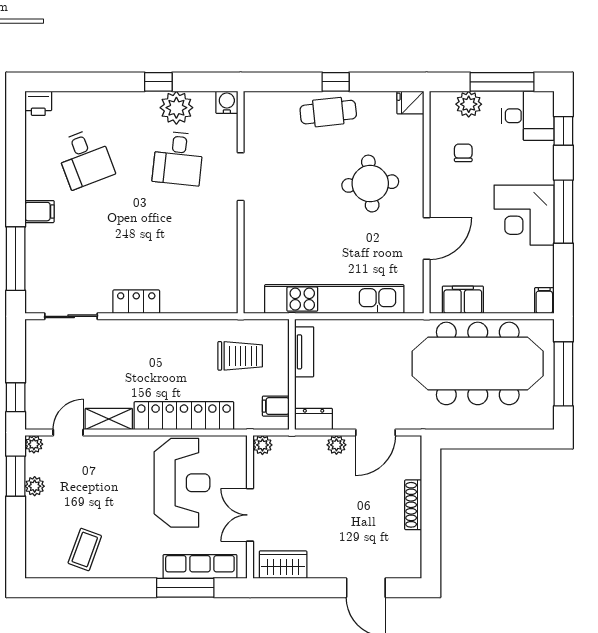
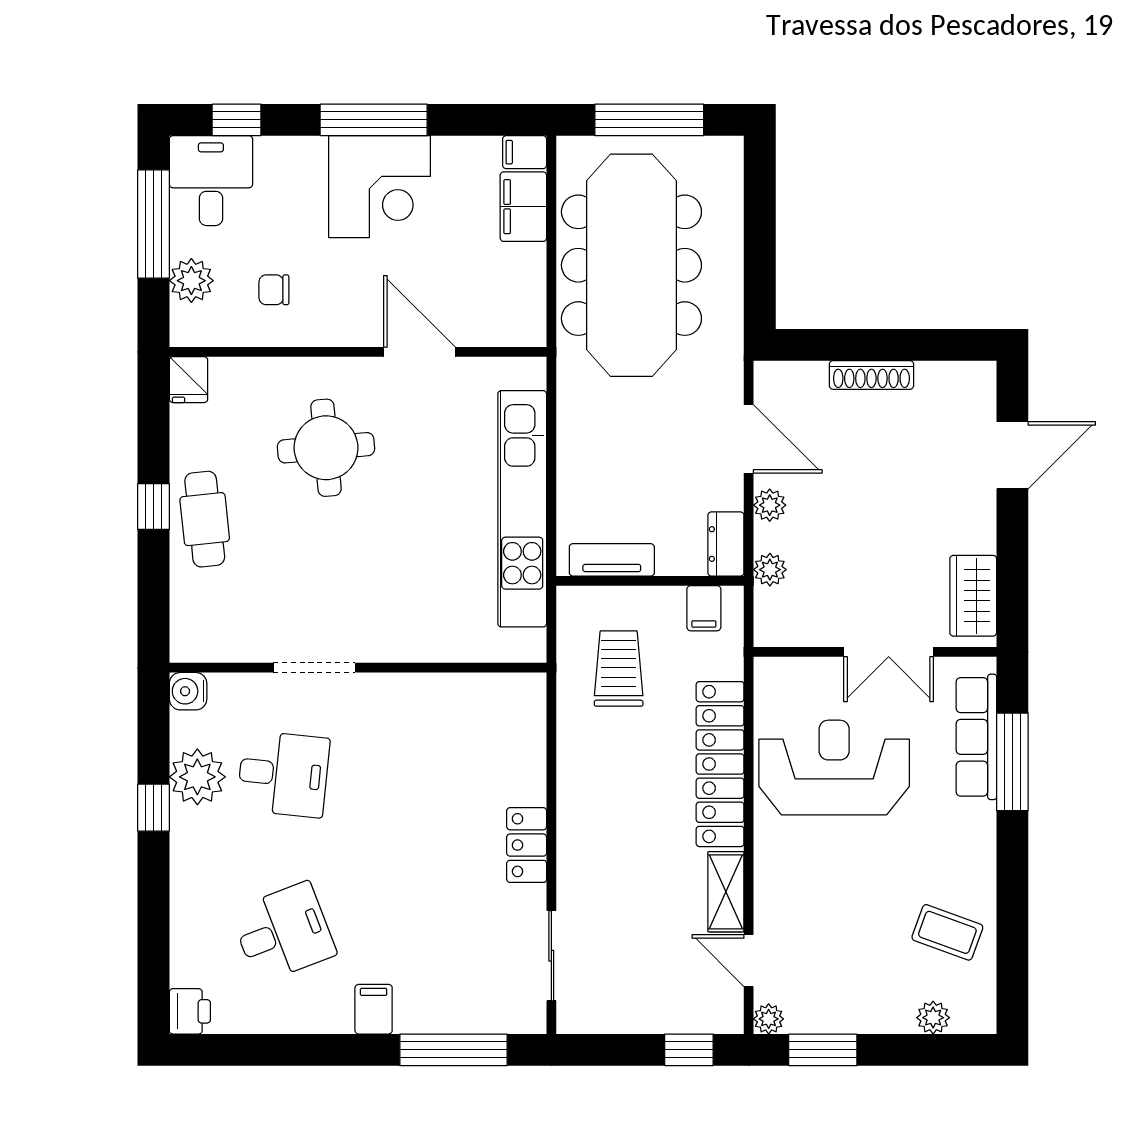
filing cabinet: (463, 300) -> (523, 207), moved
plant: (262, 445) -> (770, 570), moved
plant: (35, 486) -> (933, 1018), moved

